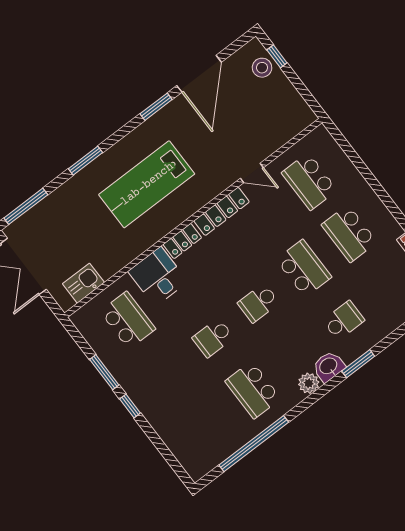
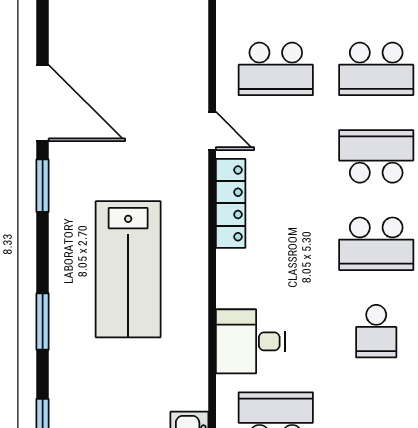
stool: (262, 68) -> (94, 21), removed
door: (252, 173) -> (212, 131), hinge flipped
locker: (182, 241) -> (230, 279), removed
school desk: (258, 303) -> (376, 244), width x1.85

